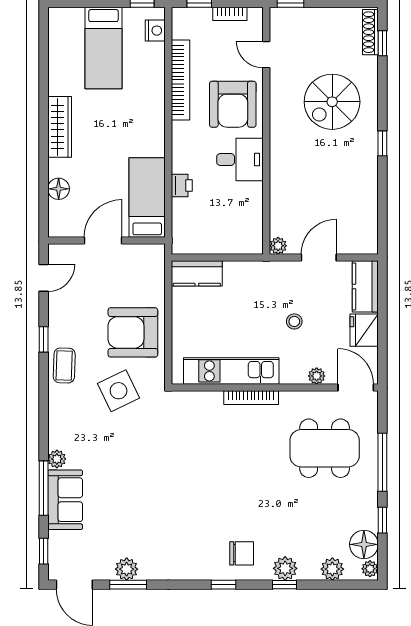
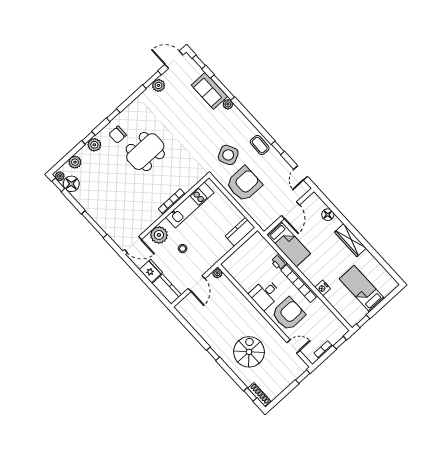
nightstand: (155, 31) -> (323, 288), moved
bookcase: (181, 80) -> (299, 283), moved
armchair: (233, 104) -> (288, 314), turned 90
plant: (317, 376) -> (159, 235), width x1.88, depth x1.88
dining table: (325, 448) -> (145, 152), moved
window: (382, 520) -> (58, 185), moved

